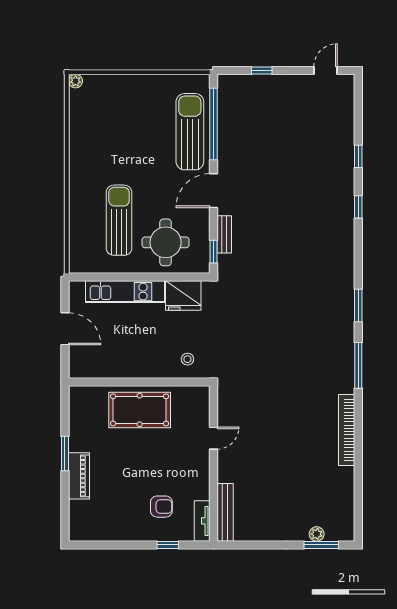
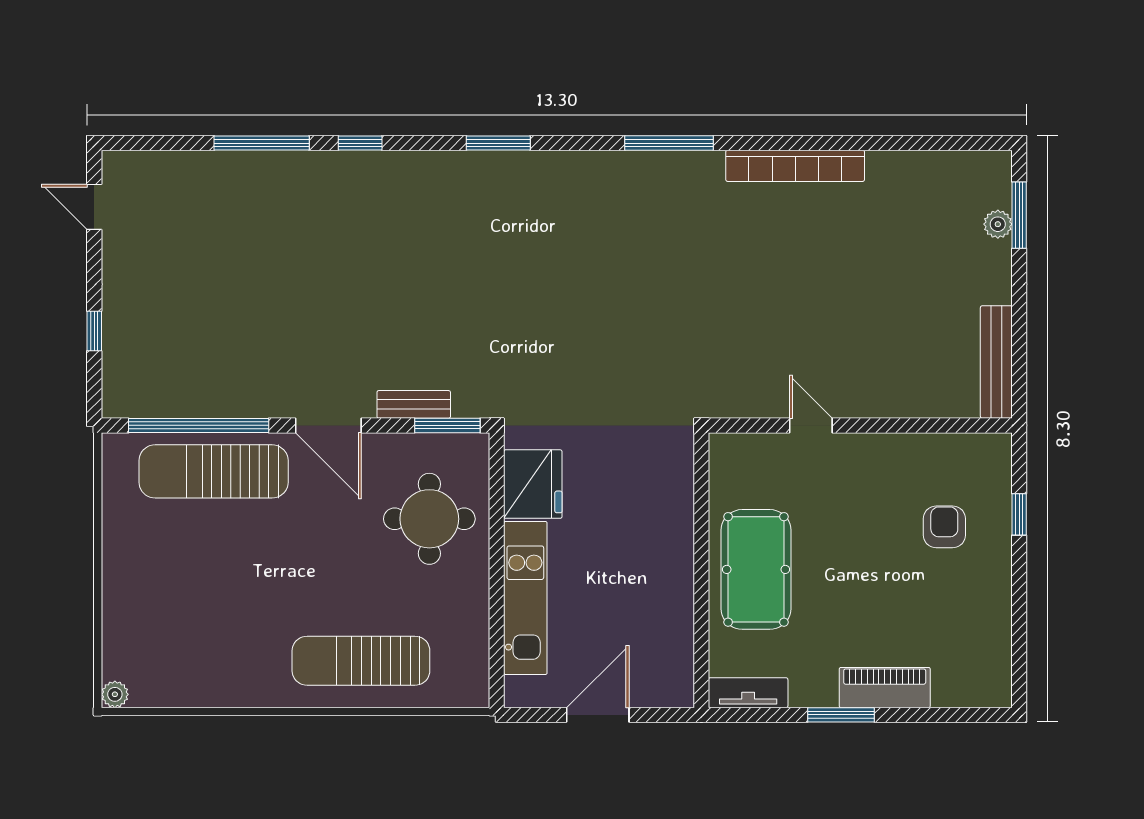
window: (358, 156) -> (262, 143), width x2.17
sun lounger: (119, 220) -> (361, 661), moved
window: (213, 252) -> (447, 425), width x1.50
window: (358, 305) -> (498, 143), moved
stool: (187, 359) -> (657, 476), removed
bench: (225, 512) -> (996, 362), moved, turned 90
tv unit: (202, 521) -> (748, 693), moved, turned 180

